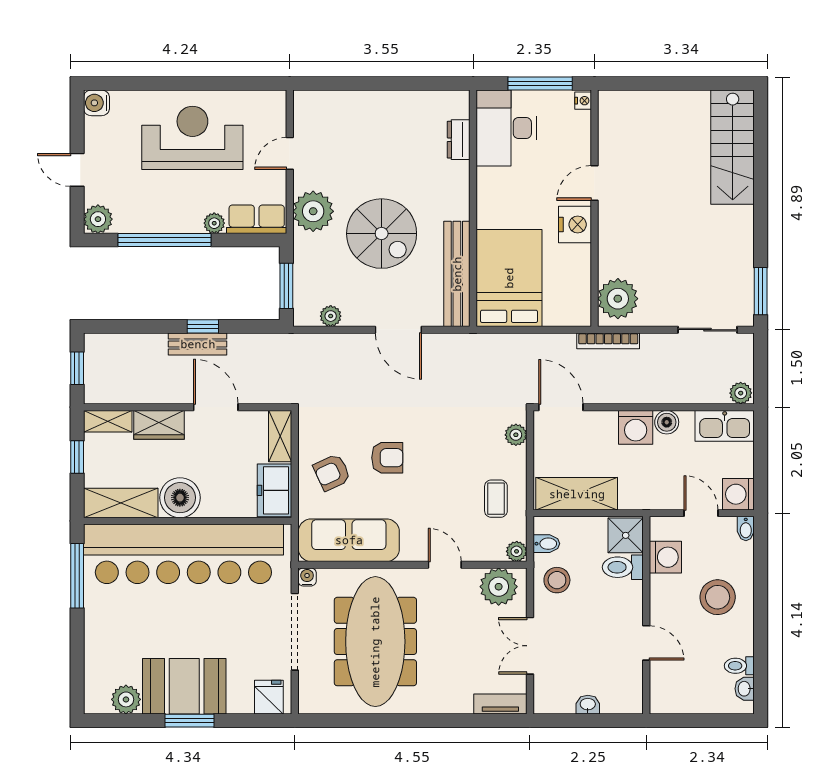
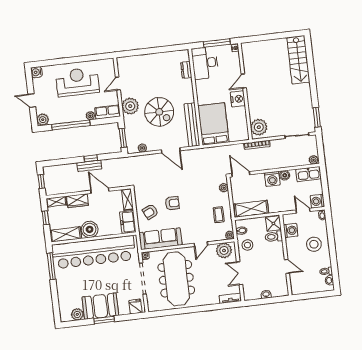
door: (445, 565) -> (201, 244), swing flipped

